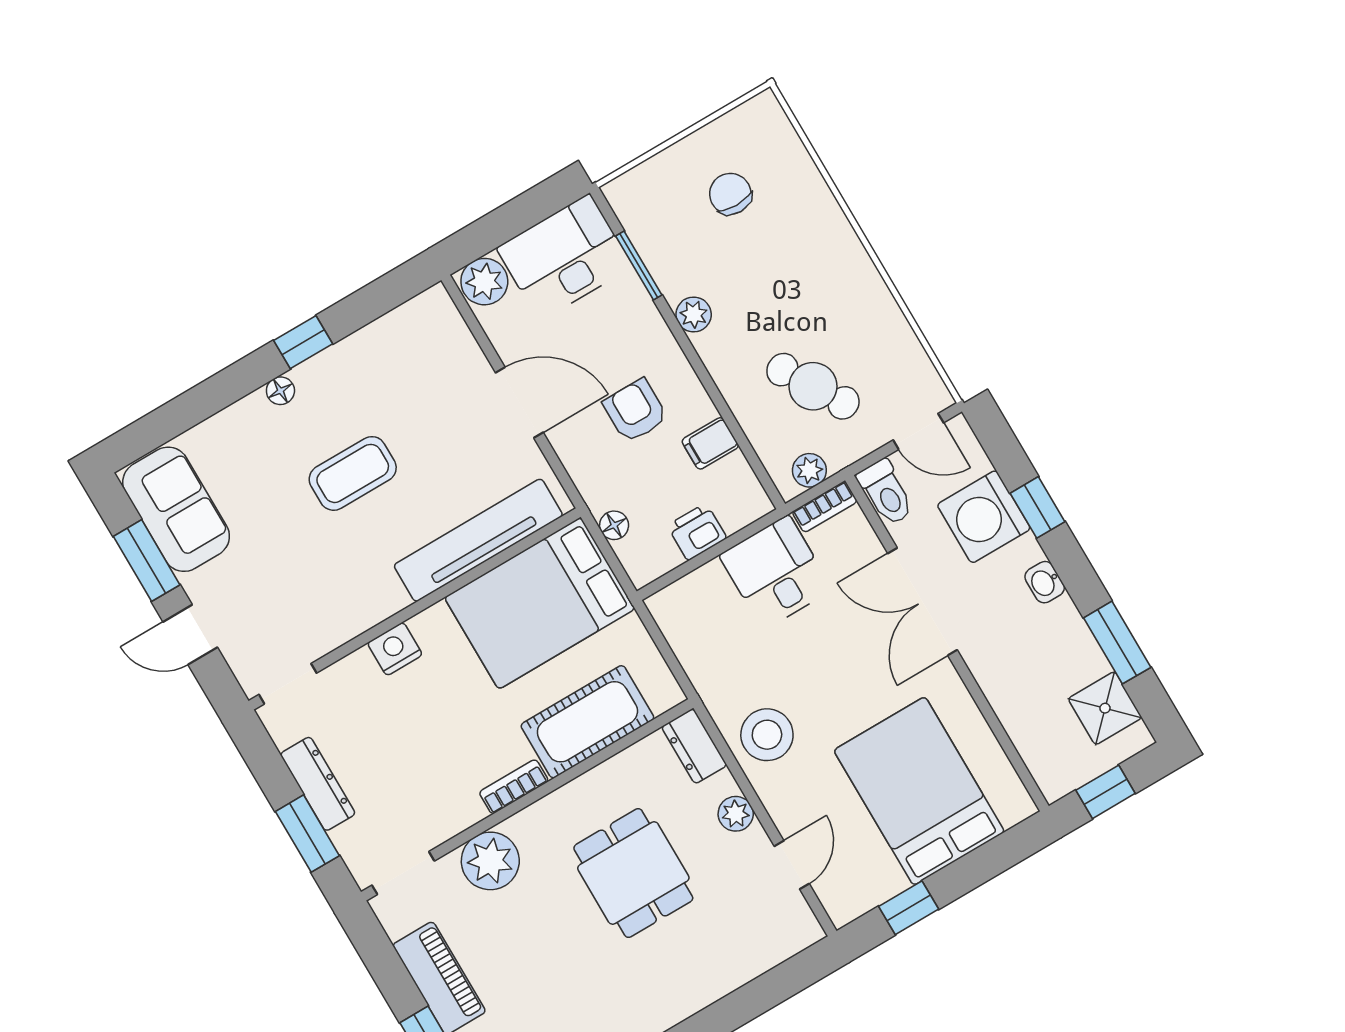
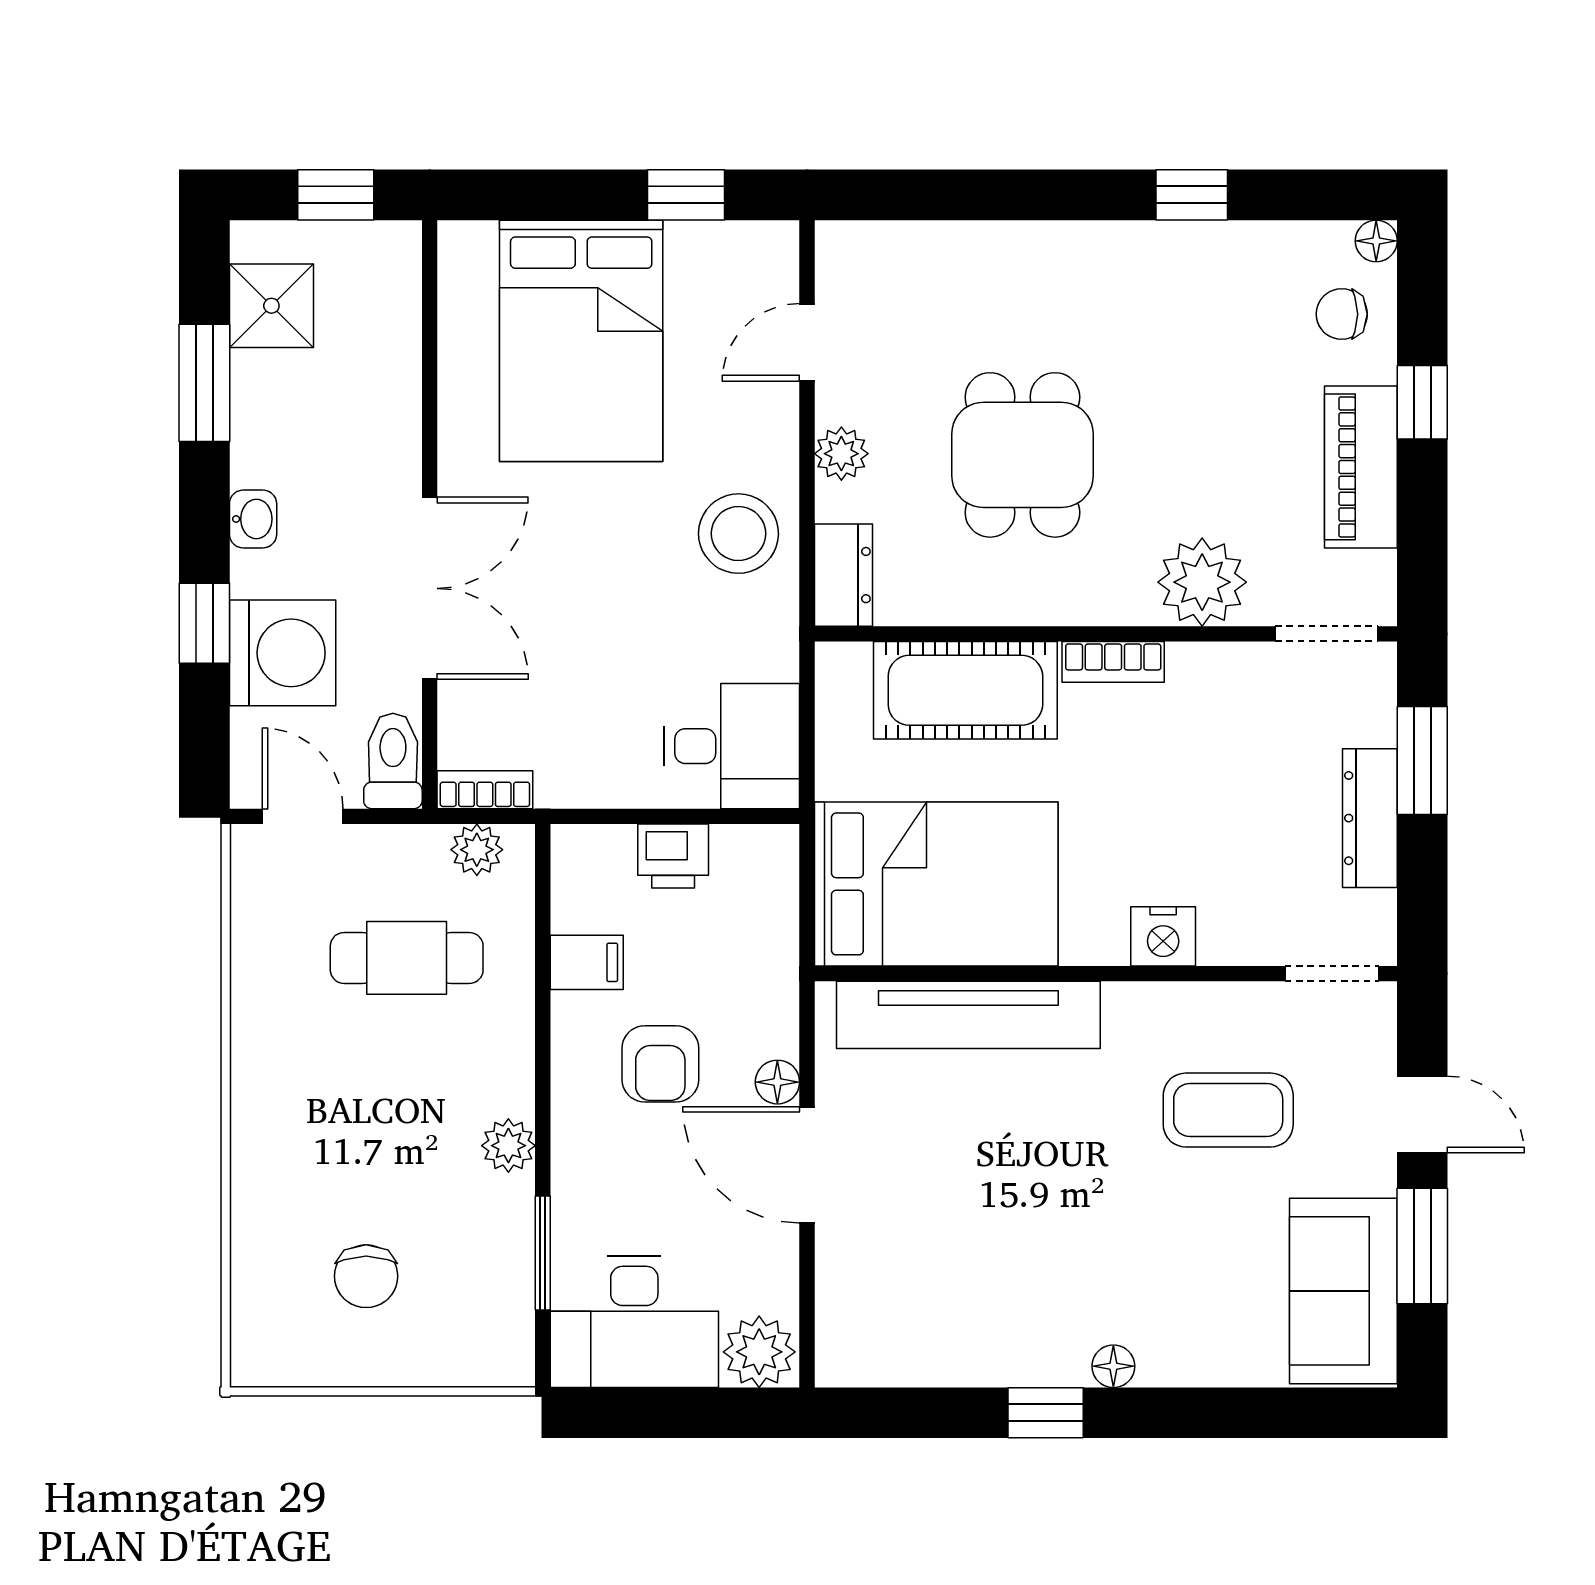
cafe table: (813, 386) -> (407, 958), turned -59
coffee table: (353, 473) -> (1228, 1110), moved
floor lamp: (614, 525) -> (777, 1082), moved
desk: (776, 572) -> (732, 746), moved, turned -90

